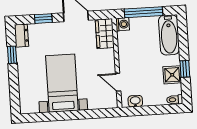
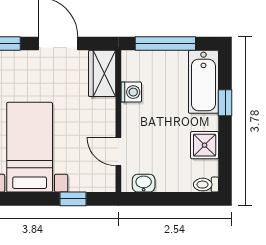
washing machine: (123, 24) -> (131, 92), moved
window: (185, 69) -> (225, 103), moved
window: (91, 114) -> (73, 199), added

